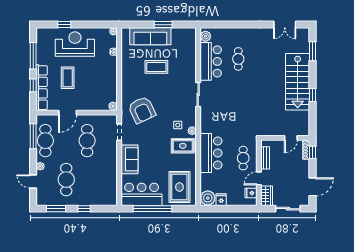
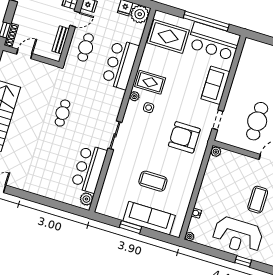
cafe table: (238, 59) -> (62, 113), moved
armchair: (142, 110) -> (184, 137), turned -65
rug: (179, 187) -> (168, 37), turned 90

